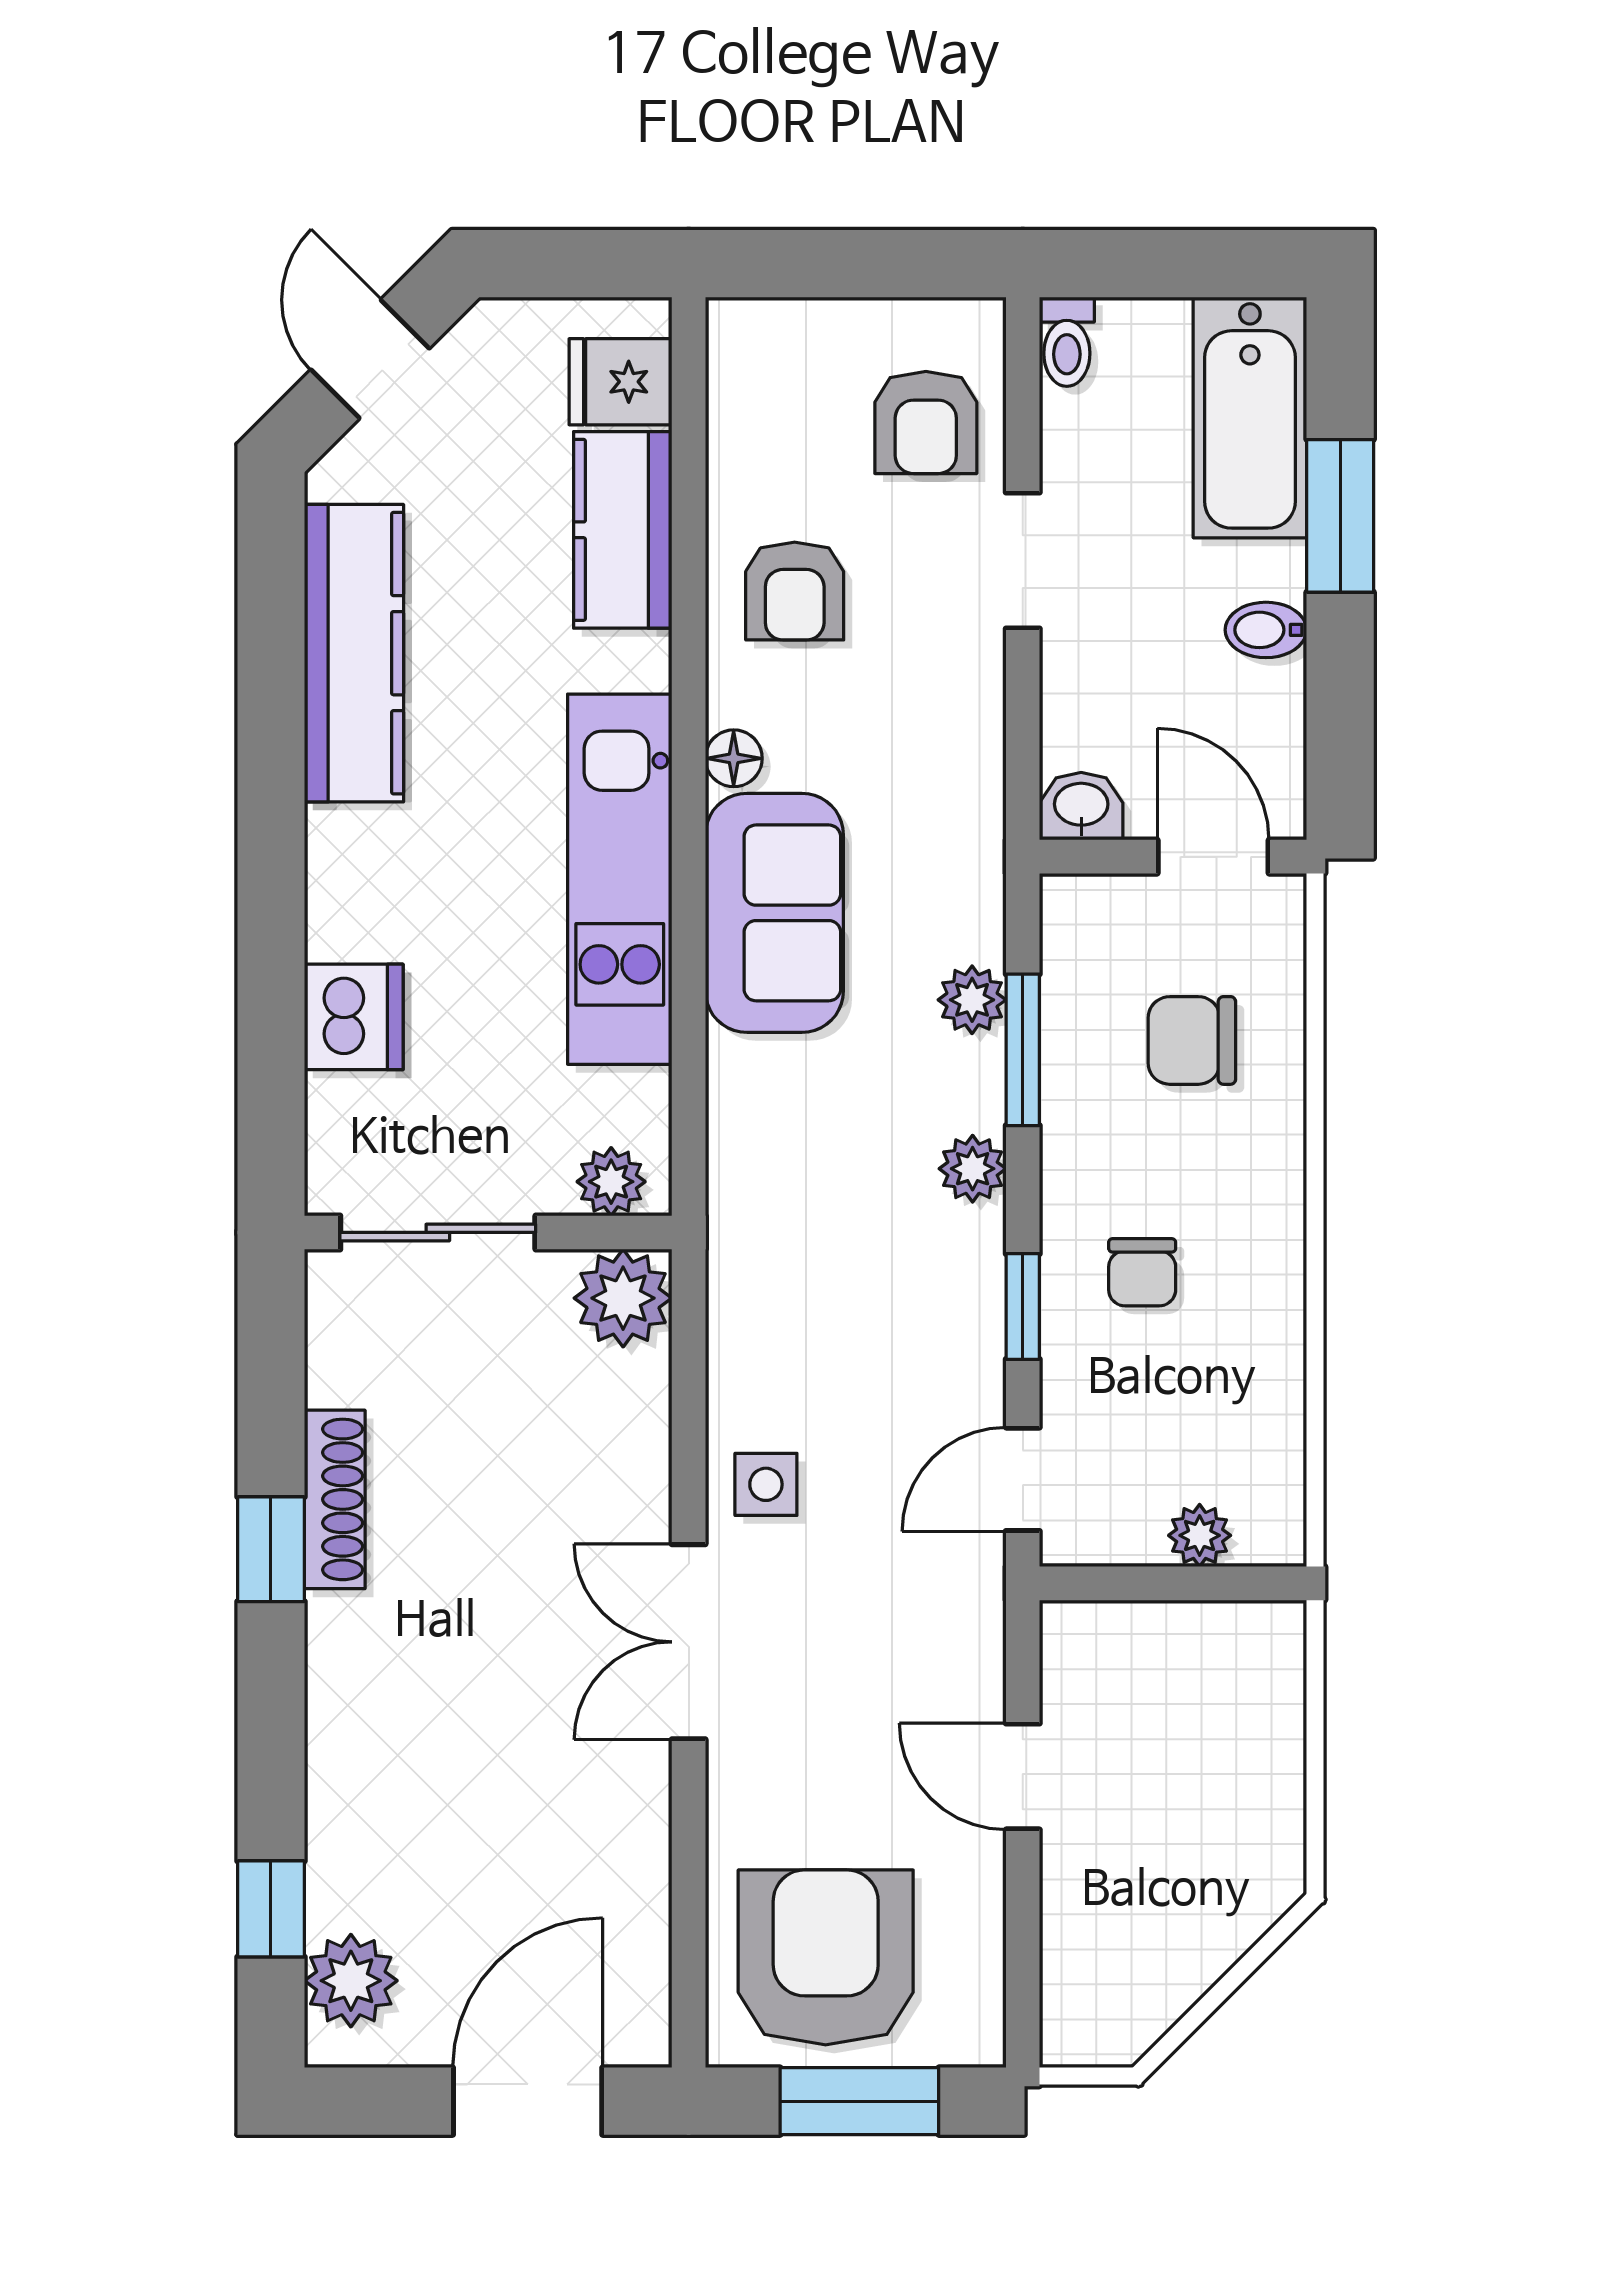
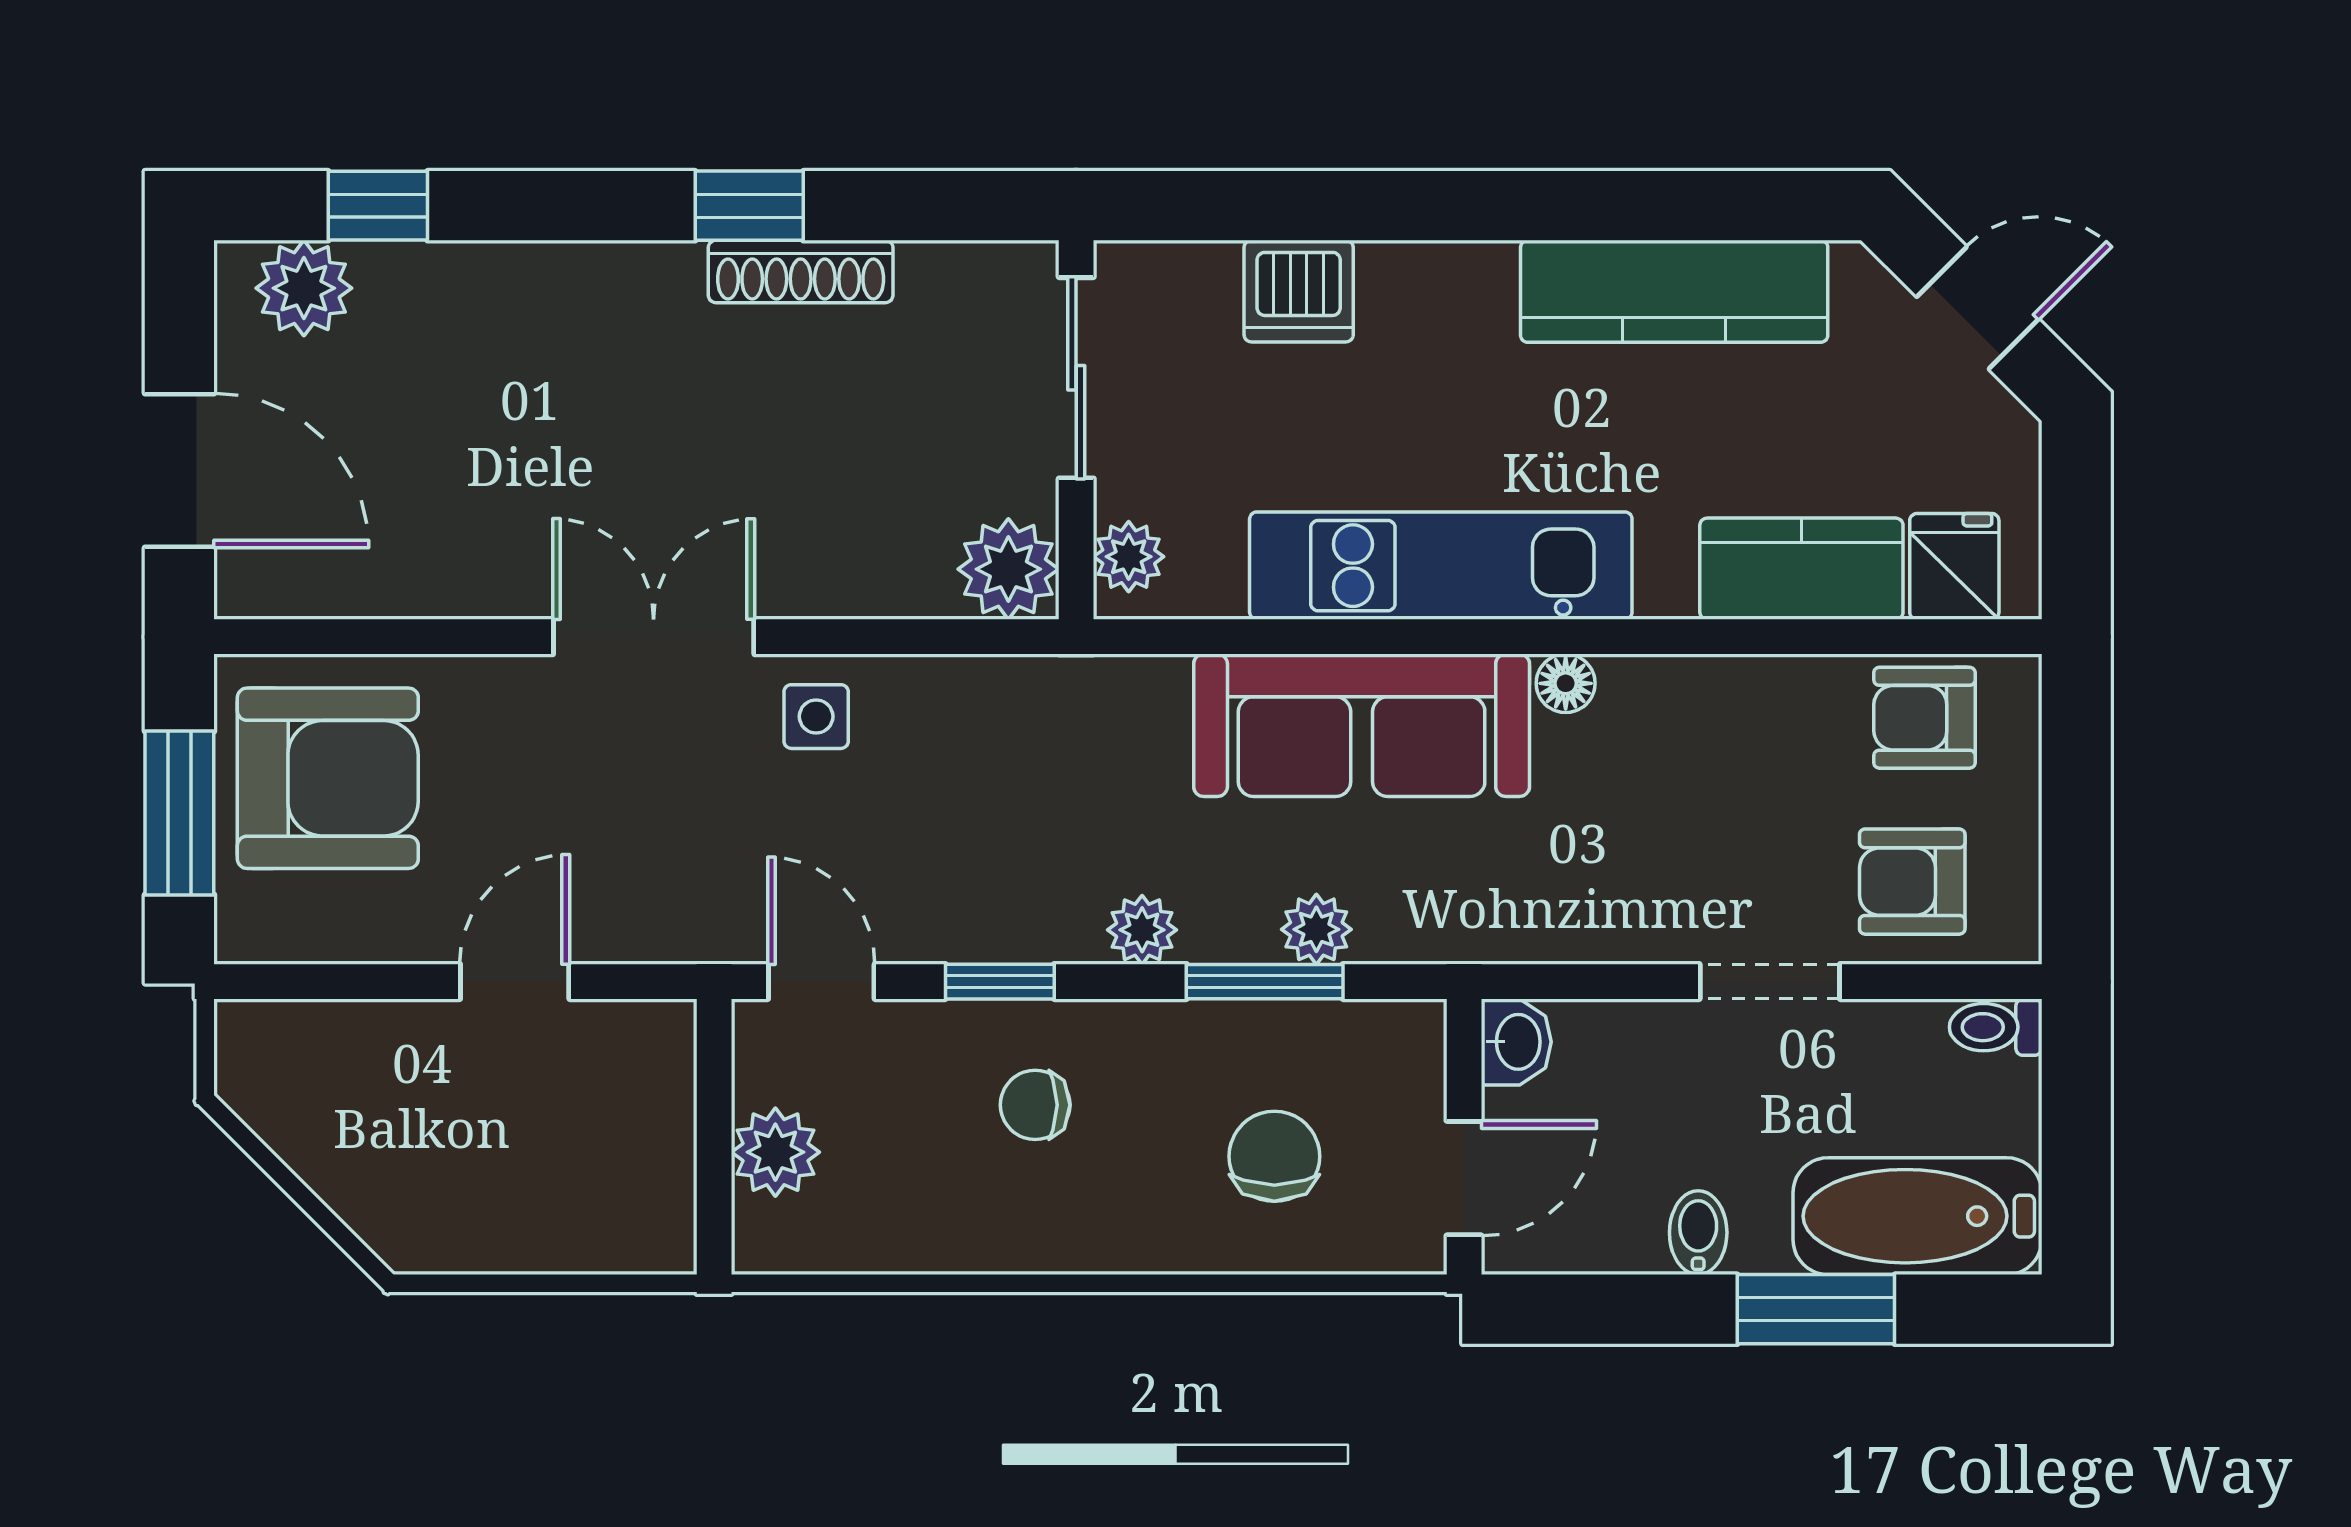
armchair: (795, 591) -> (1924, 718), moved
sofa: (774, 913) -> (1362, 725), width x1.36
plant: (1200, 1535) -> (775, 1152), width x1.38, depth x1.38

